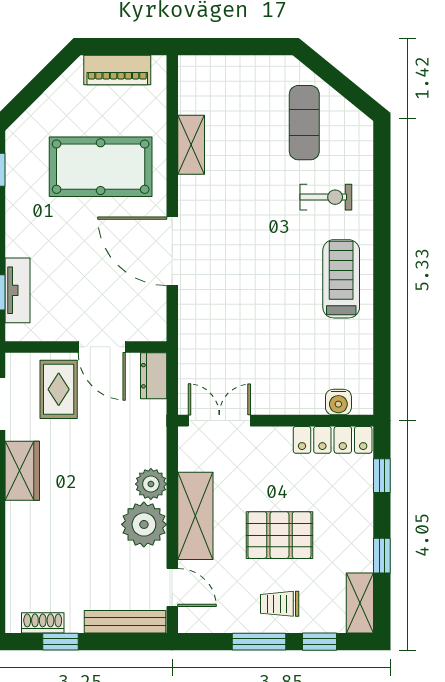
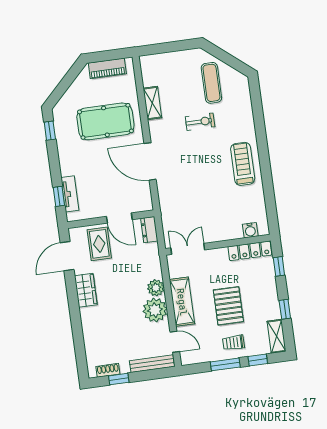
exercise bike: (326, 197) -> (200, 122), moved
pallet: (279, 535) -> (228, 306), turned 90

